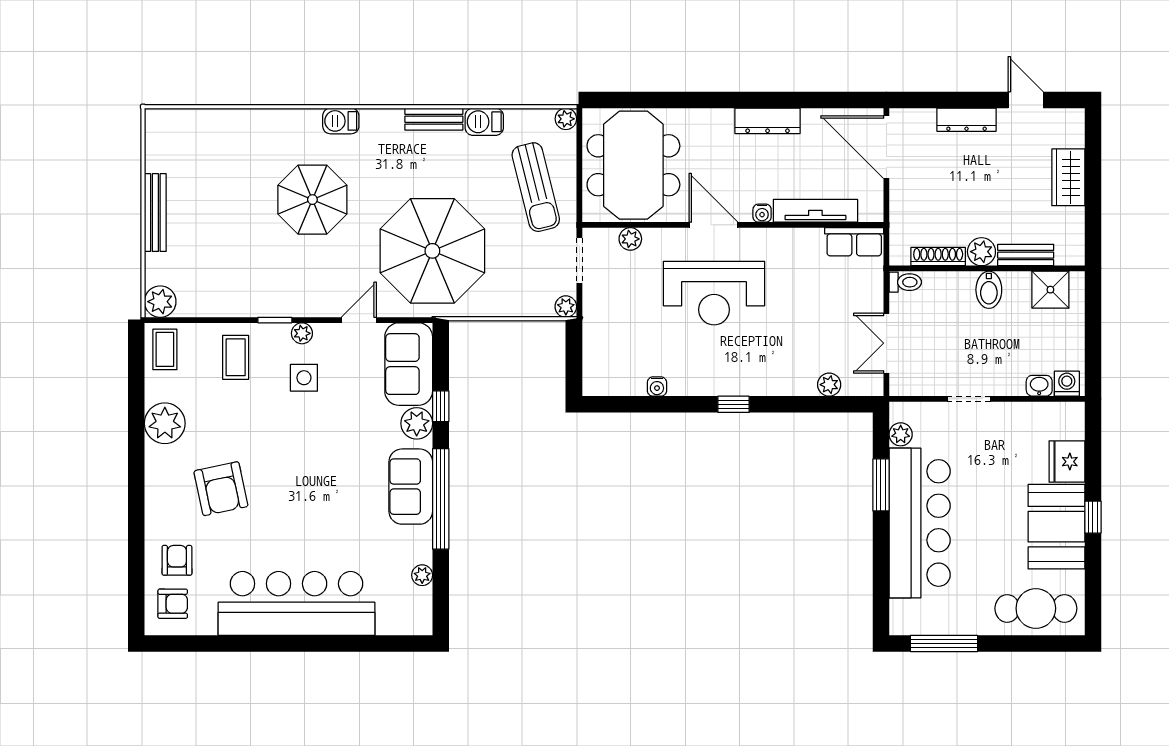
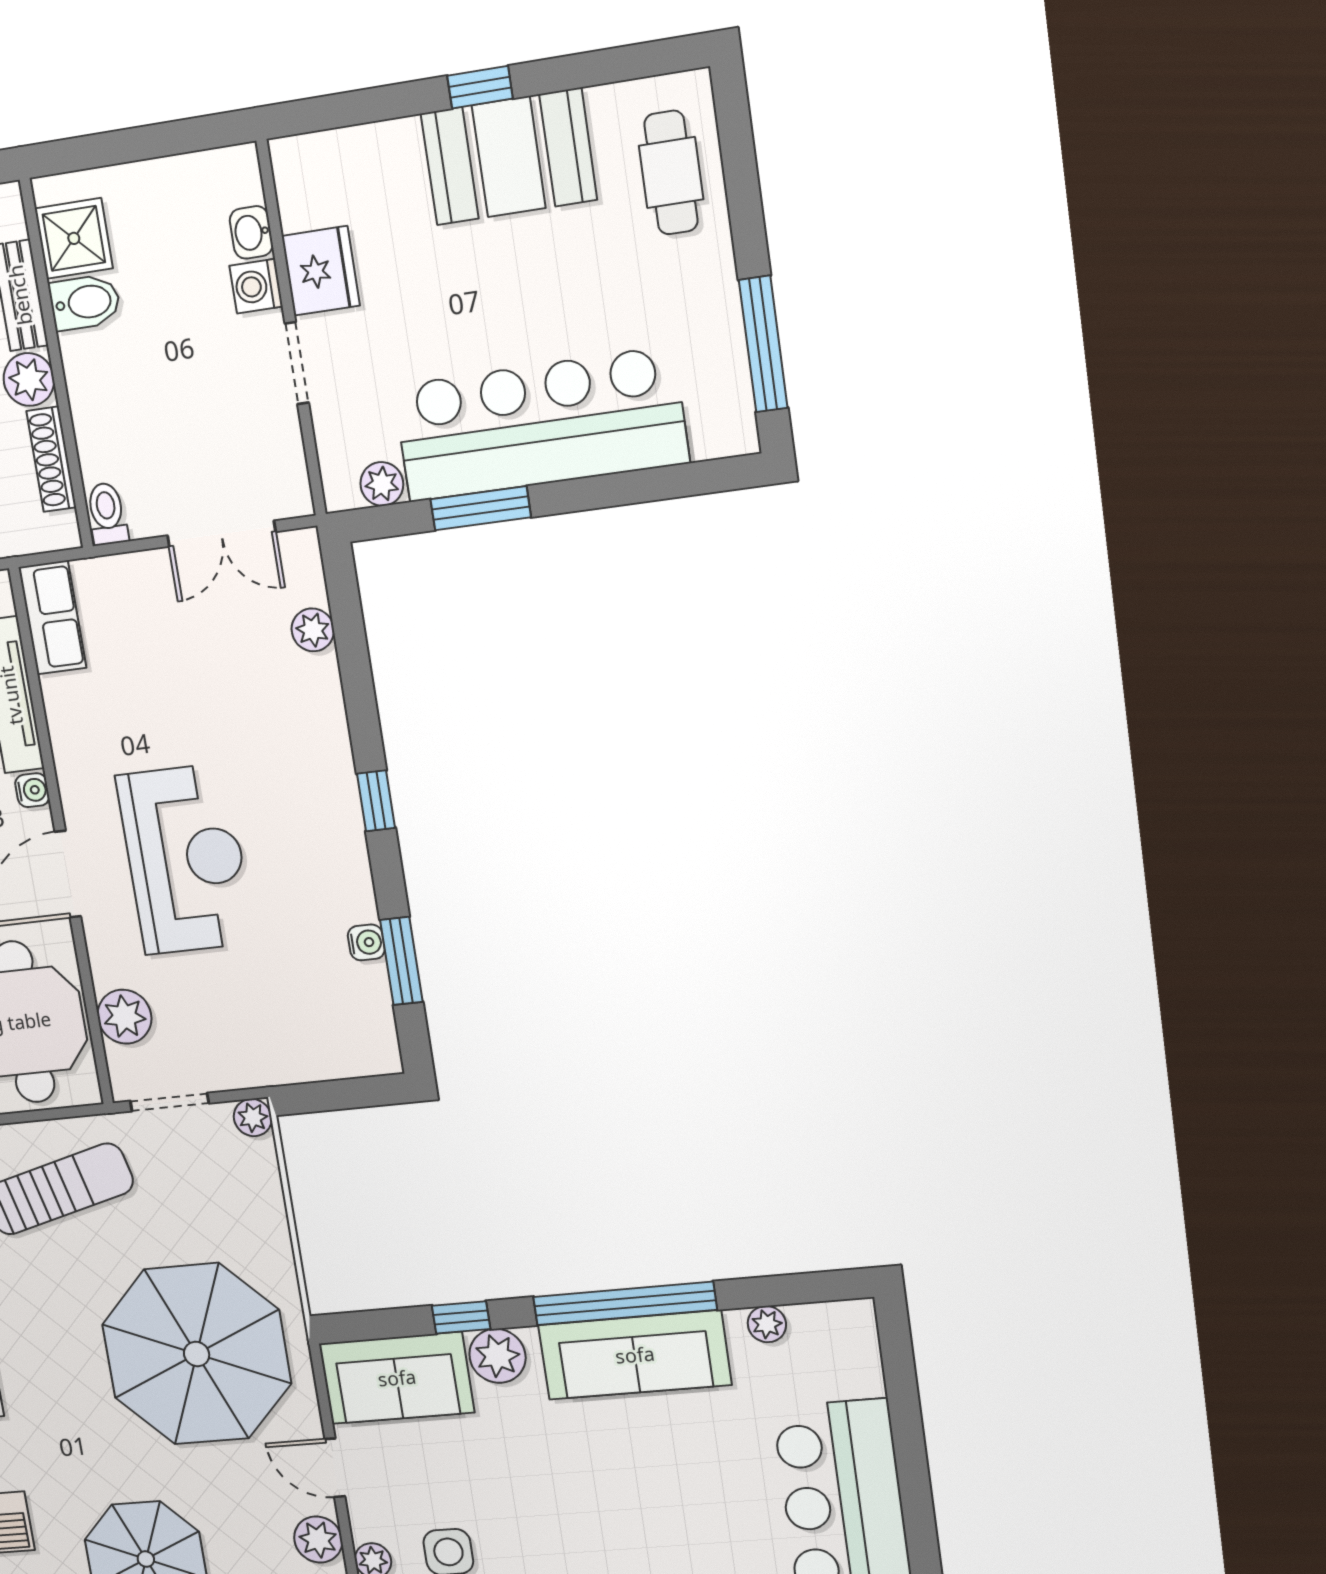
plant: (630, 239) -> (124, 1017), width x1.38, depth x1.38
bidet: (989, 290) -> (85, 302), moved
plant: (317, 303) -> (318, 1540), added
washing machine: (1067, 384) -> (256, 286), moved
window: (645, 404) -> (401, 961), added
fridge: (1067, 462) -> (321, 271), moved, turned -90
sofa: (411, 487) -> (635, 1355), width x1.36
cafe table: (1036, 608) -> (671, 173), width x0.73, depth x0.74

